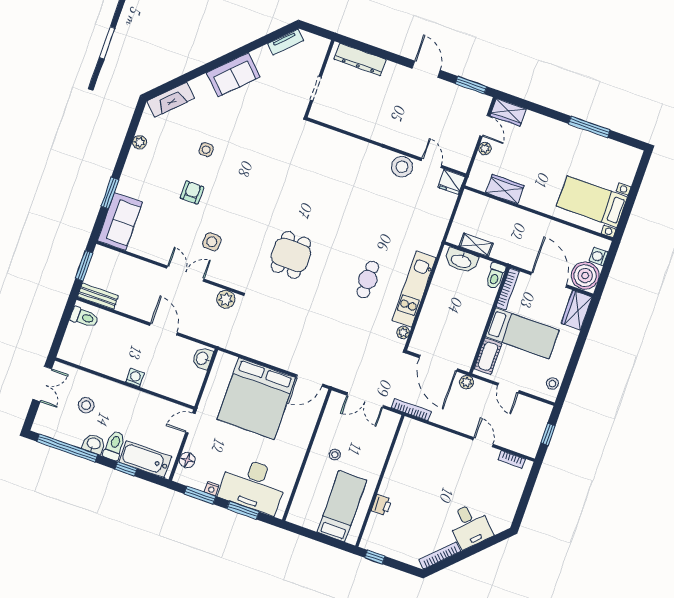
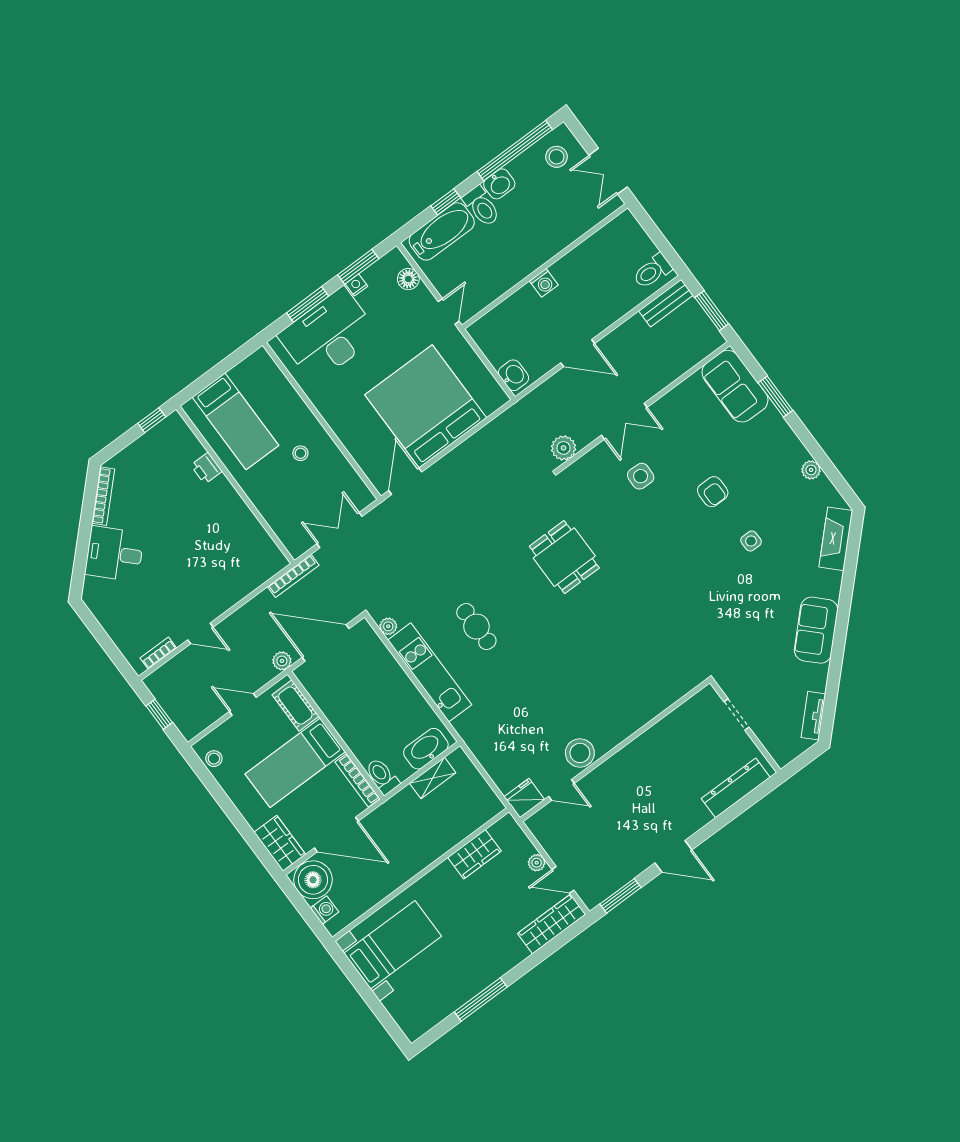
wardrobe: (508, 112) -> (552, 924), width x1.50
stool: (86, 405) -> (557, 157), moved

